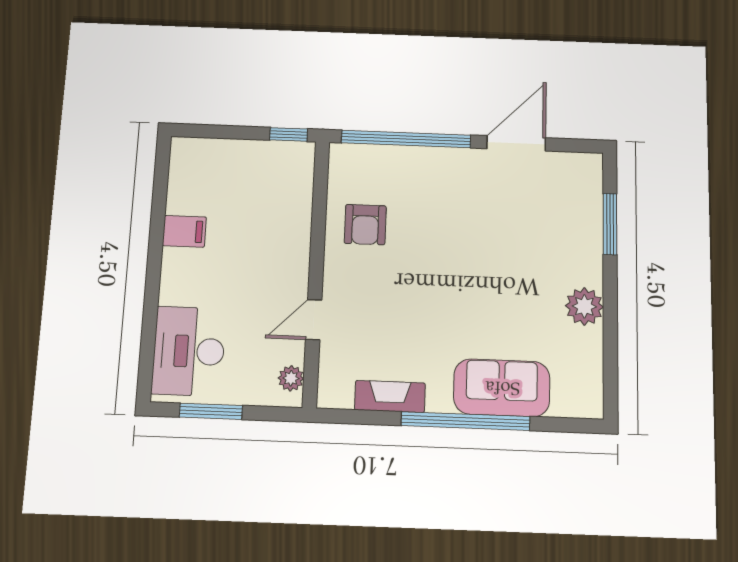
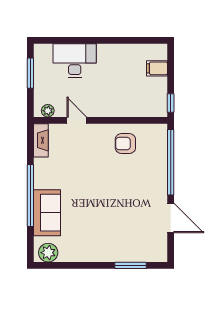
filing cabinet: (184, 231) -> (157, 68), moved, turned 90
plant: (584, 306) -> (48, 253), moved
desk: (189, 351) -> (75, 61), moved
fireplace: (390, 396) -> (41, 140), moved

